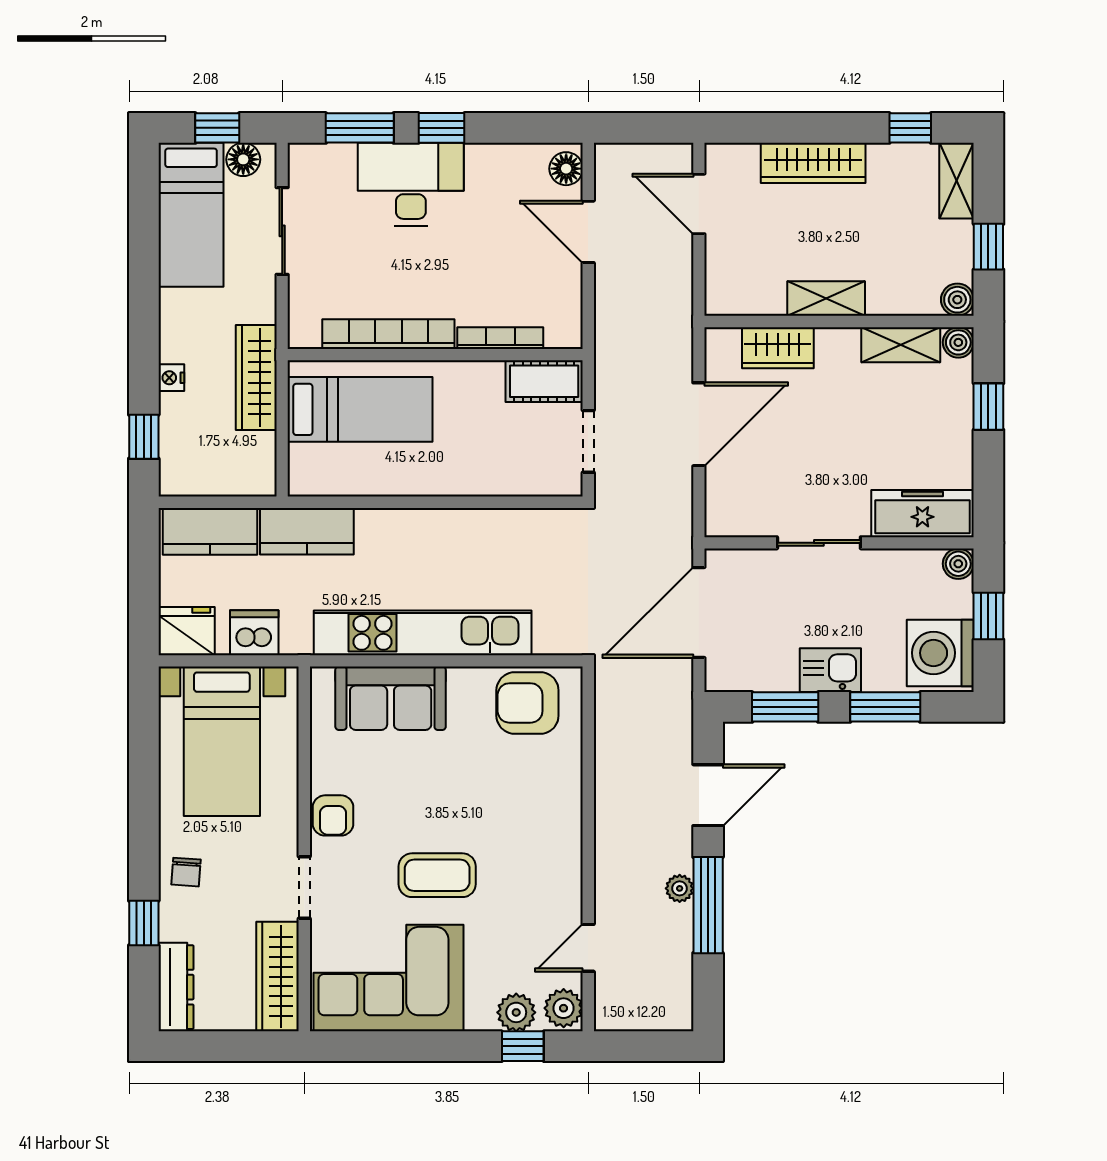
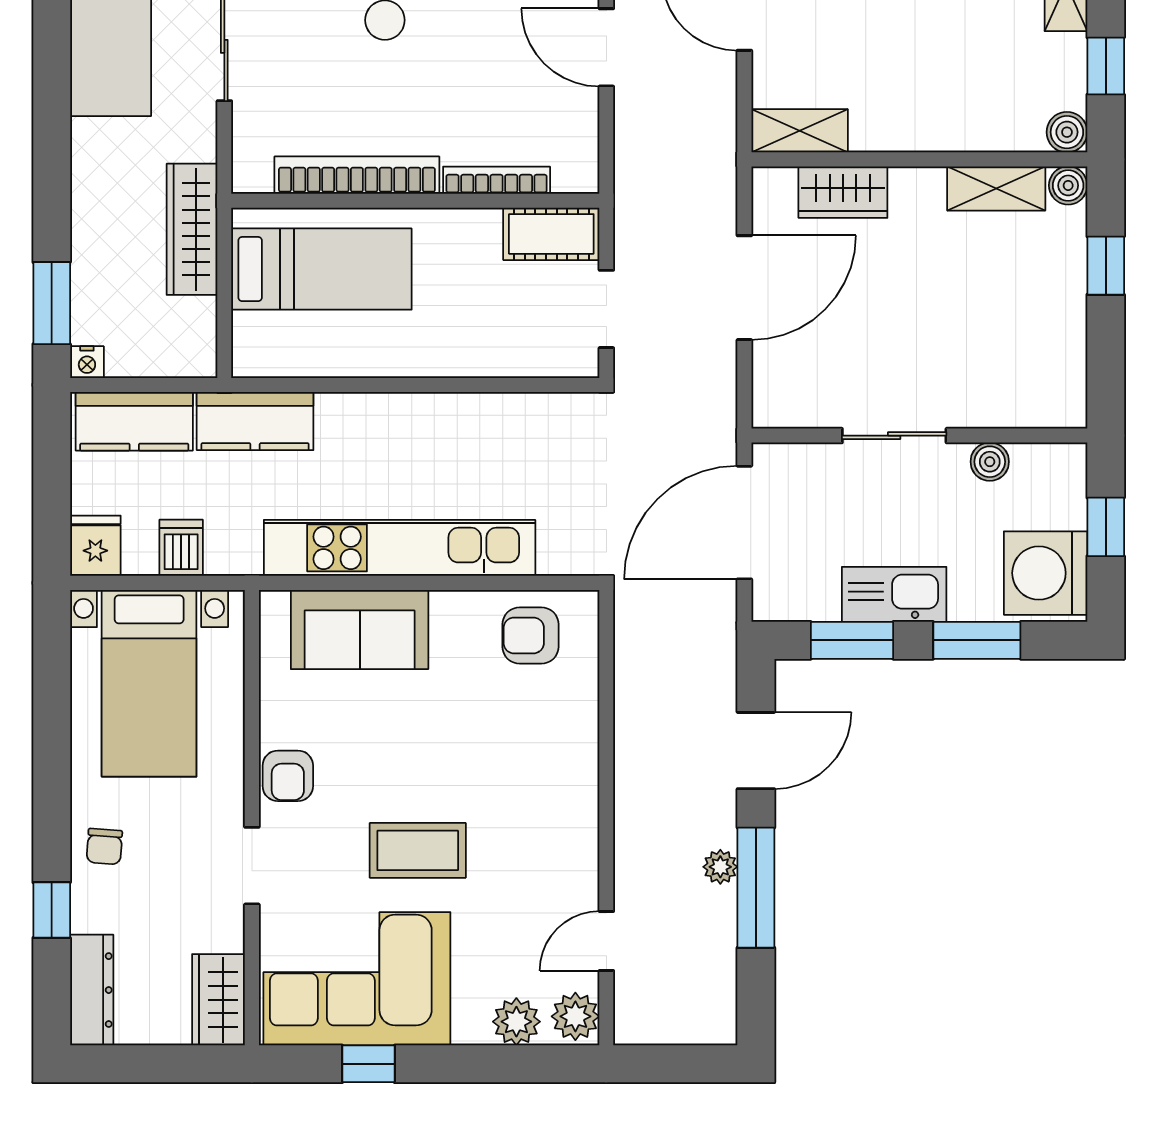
shelving: (826, 299) -> (800, 131), moved
nightstand: (171, 378) -> (87, 362), moved, turned -90
window: (144, 437) -> (52, 303), width x1.50
freezer: (922, 514) -> (1023, 399), removed
boiler: (958, 564) -> (990, 462), moved
fridge: (187, 631) -> (95, 546), width x0.72
dishwasher: (254, 633) -> (181, 548), width x0.73
kitchen sink: (830, 670) -> (894, 594), width x1.38
armchair: (527, 703) -> (530, 635), width x0.72, depth x0.72
wardrobe: (277, 977) -> (219, 1000), width x0.67
window: (523, 1046) -> (368, 1064), moved

